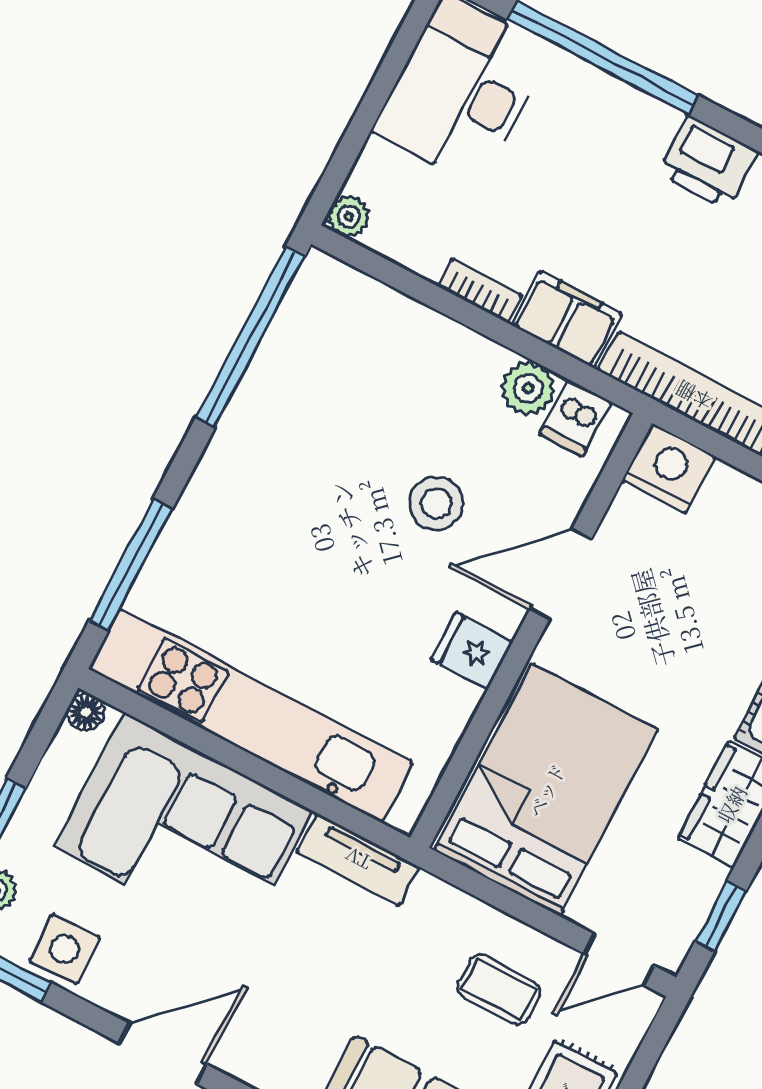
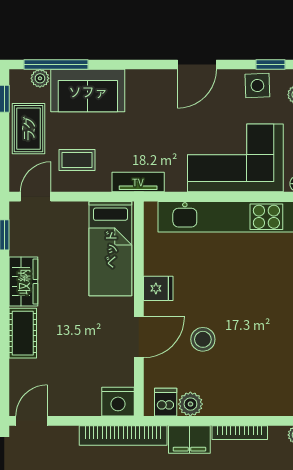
bookcase: (480, 291) -> (240, 433), width x1.56
bed: (546, 790) -> (110, 249), width x0.67
tv unit: (358, 859) -> (138, 182), moved

